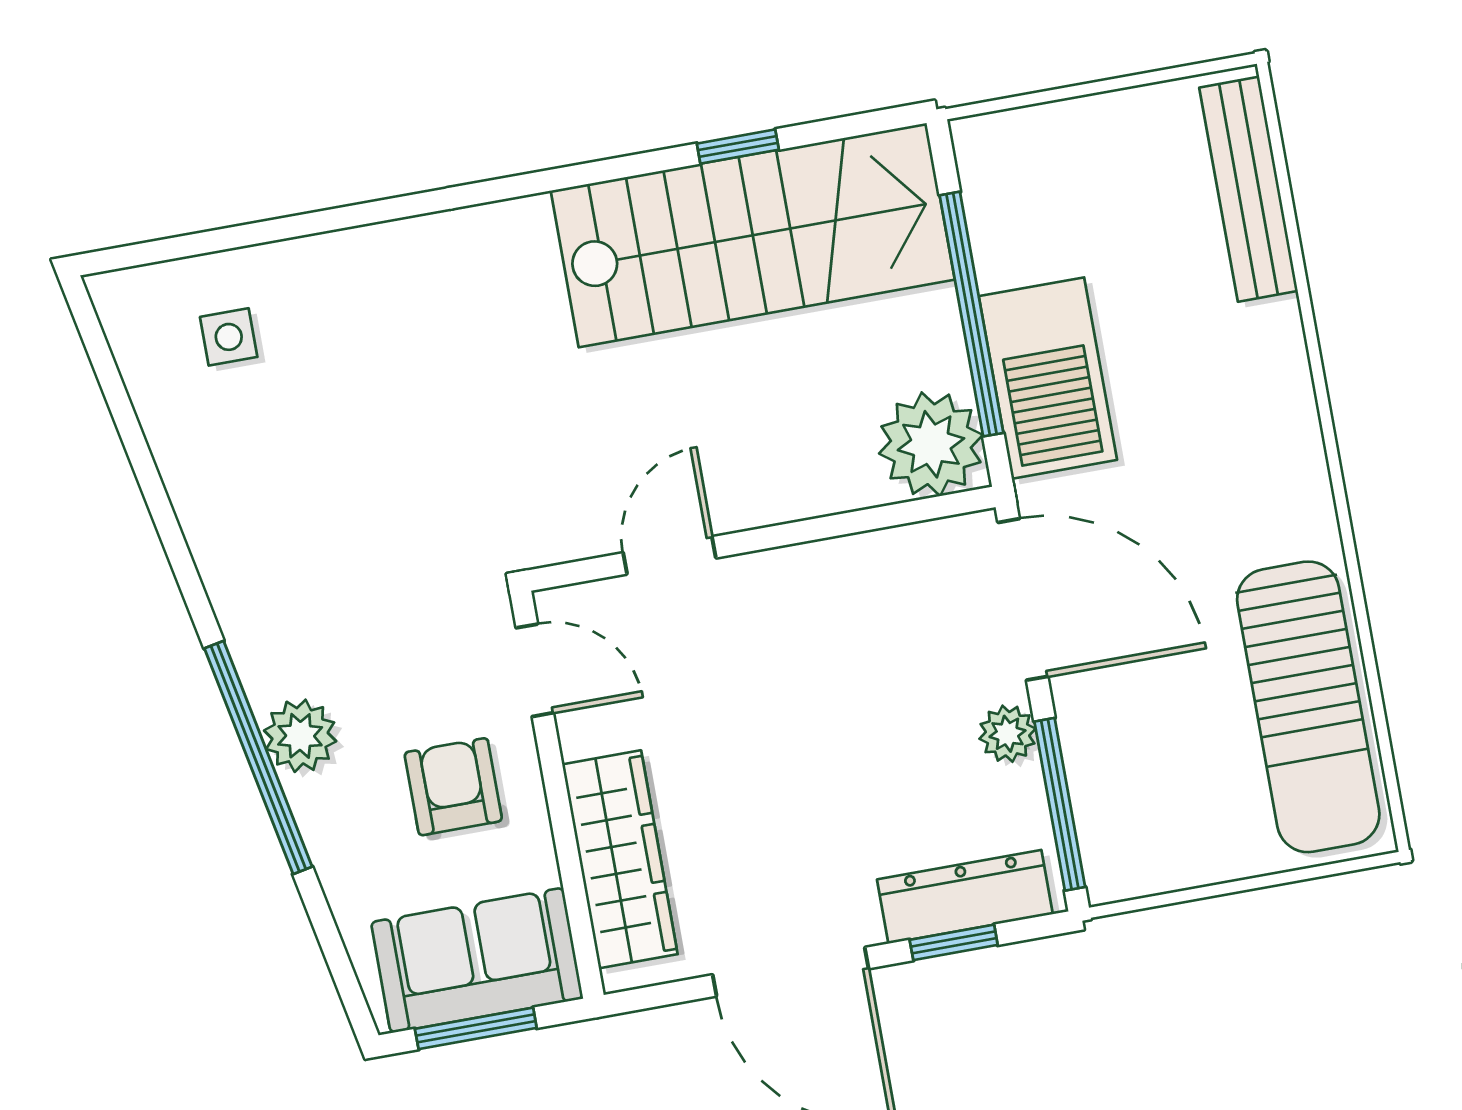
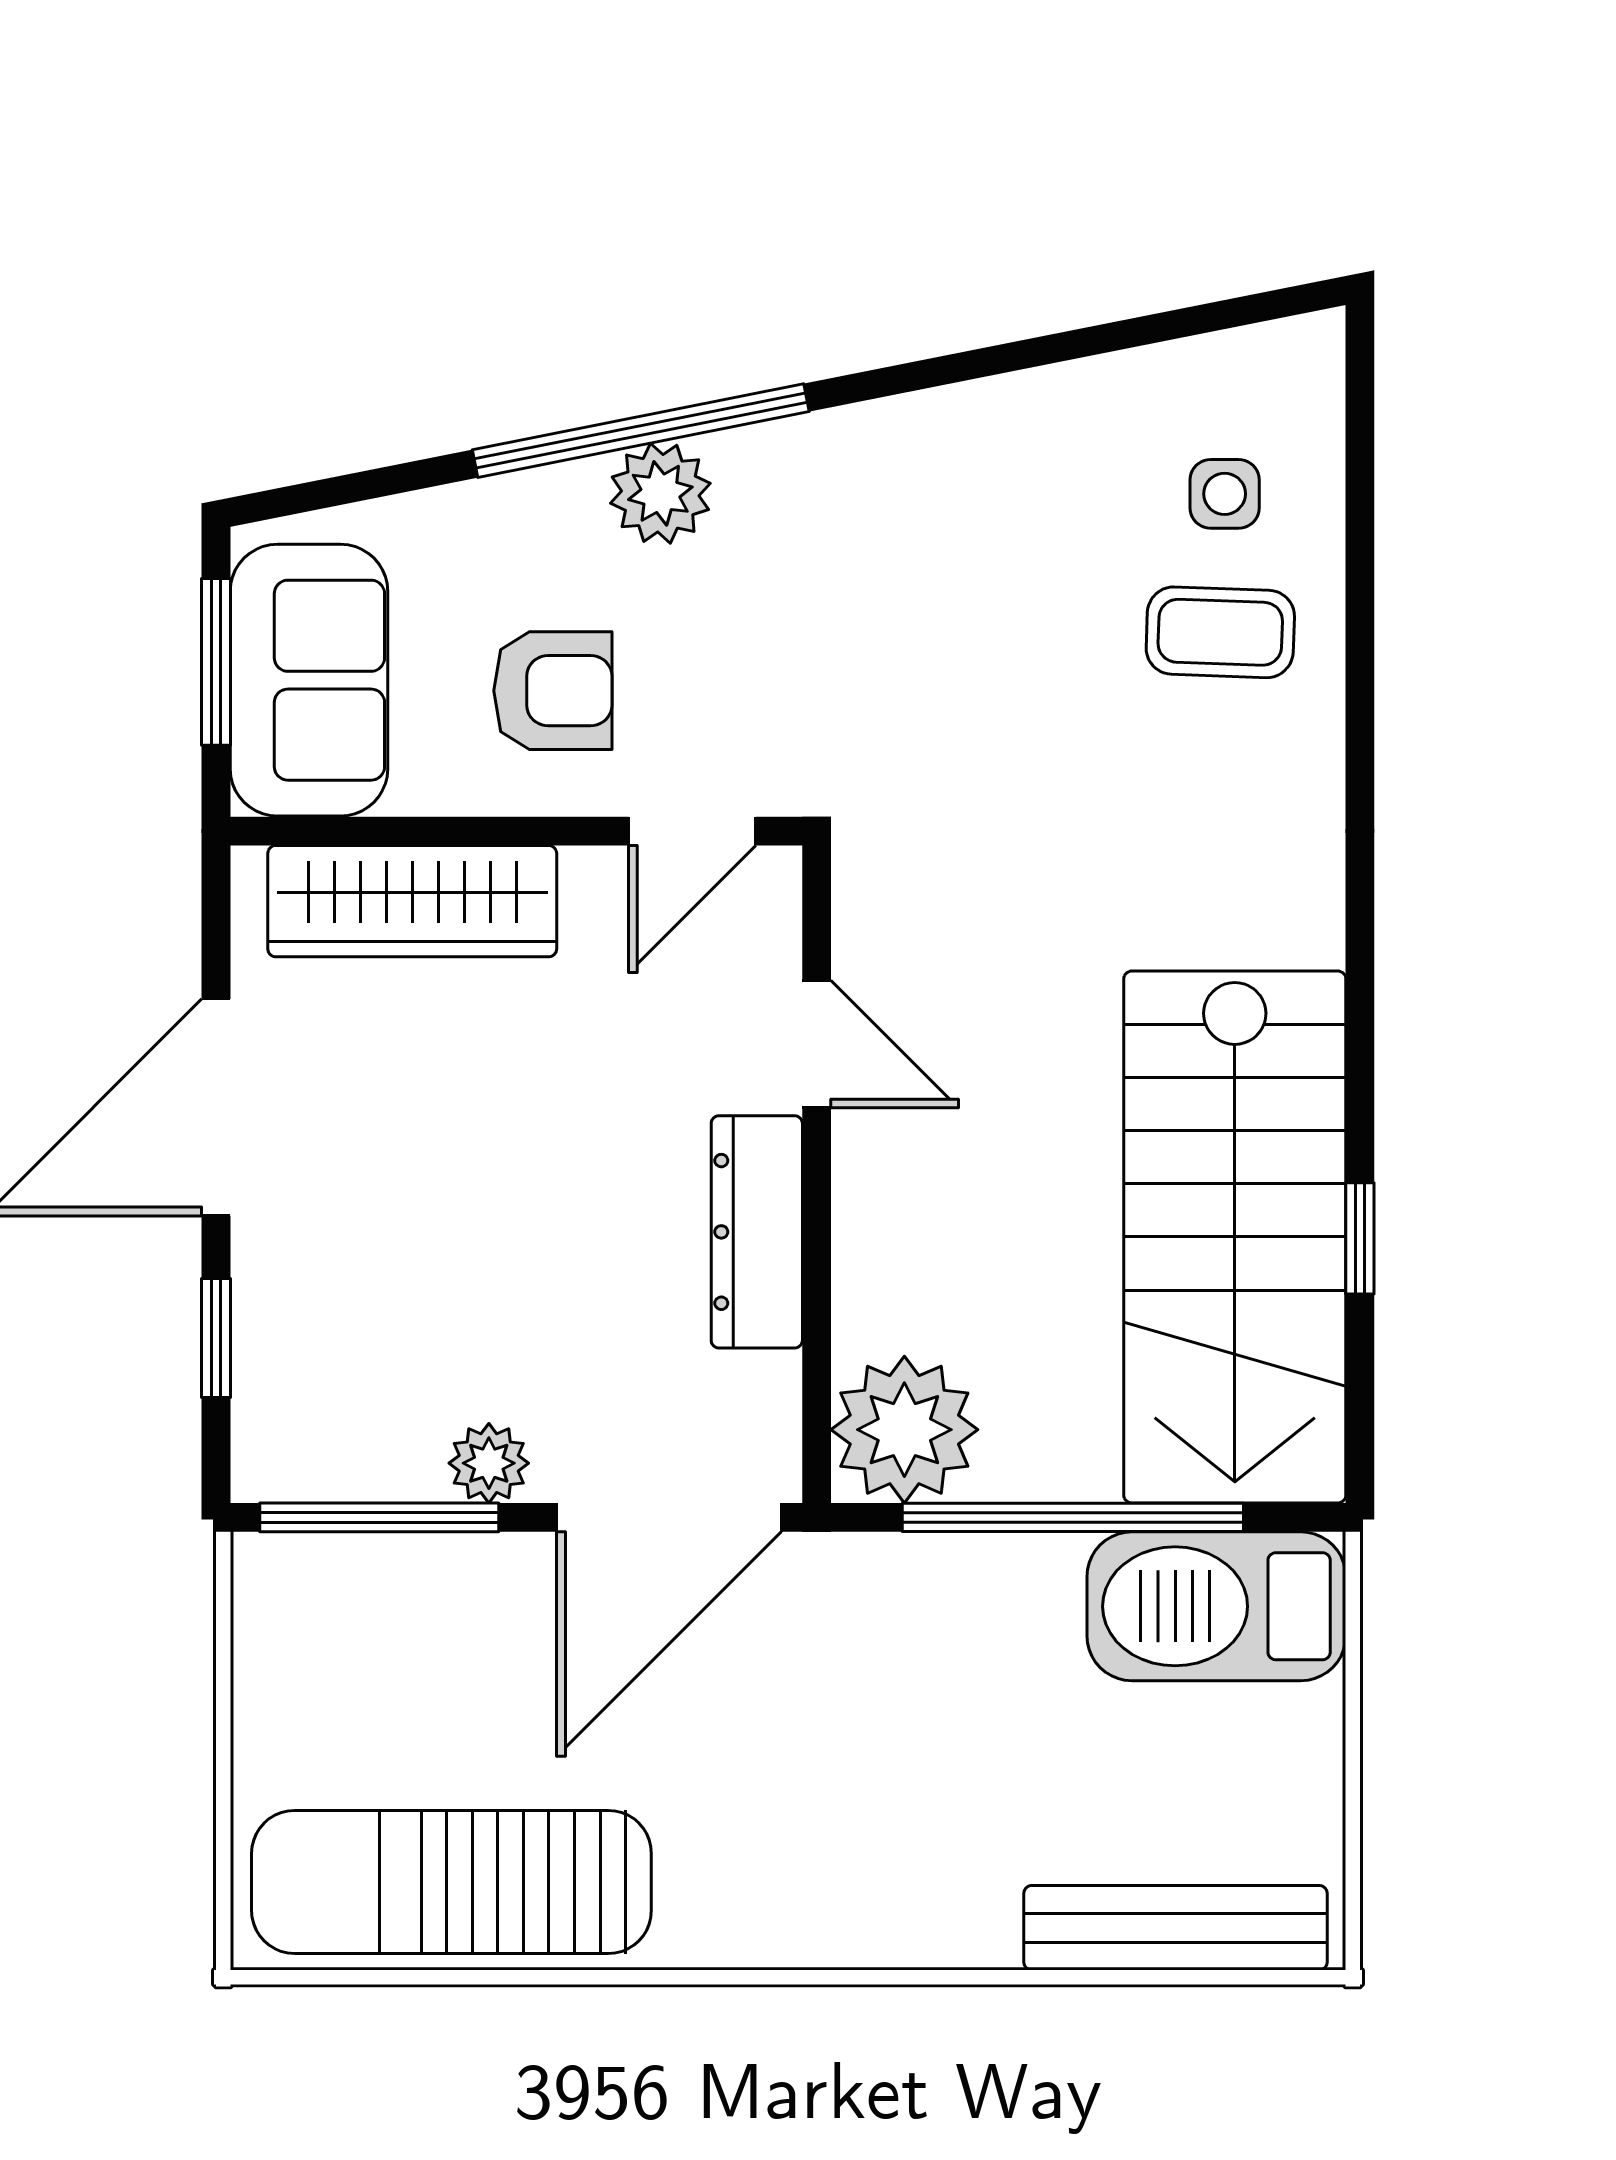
coffee table: (327, 322) -> (1220, 632), added
barbecue: (1048, 378) -> (1216, 1606), moved
dresser: (965, 897) -> (757, 1232), moved, turned 180

